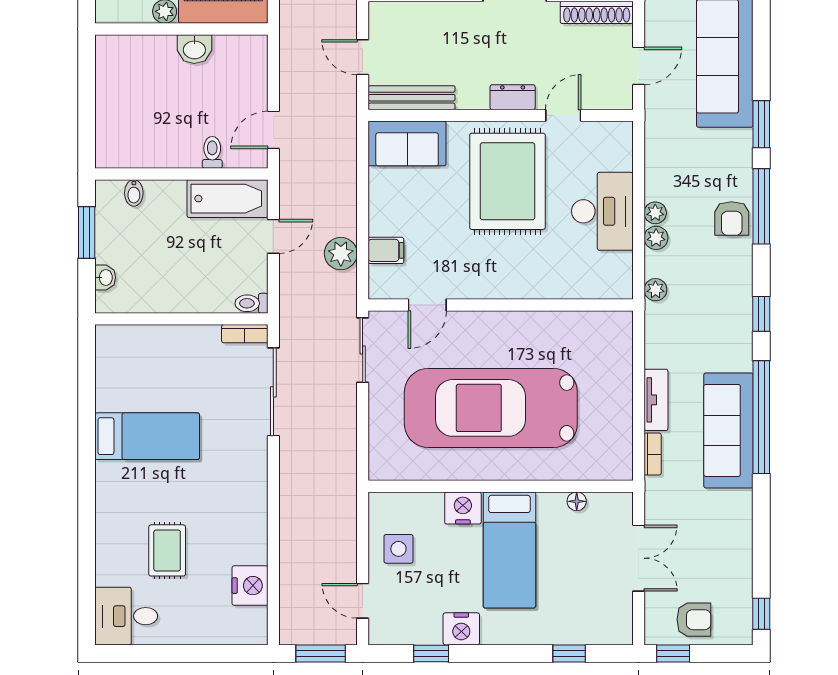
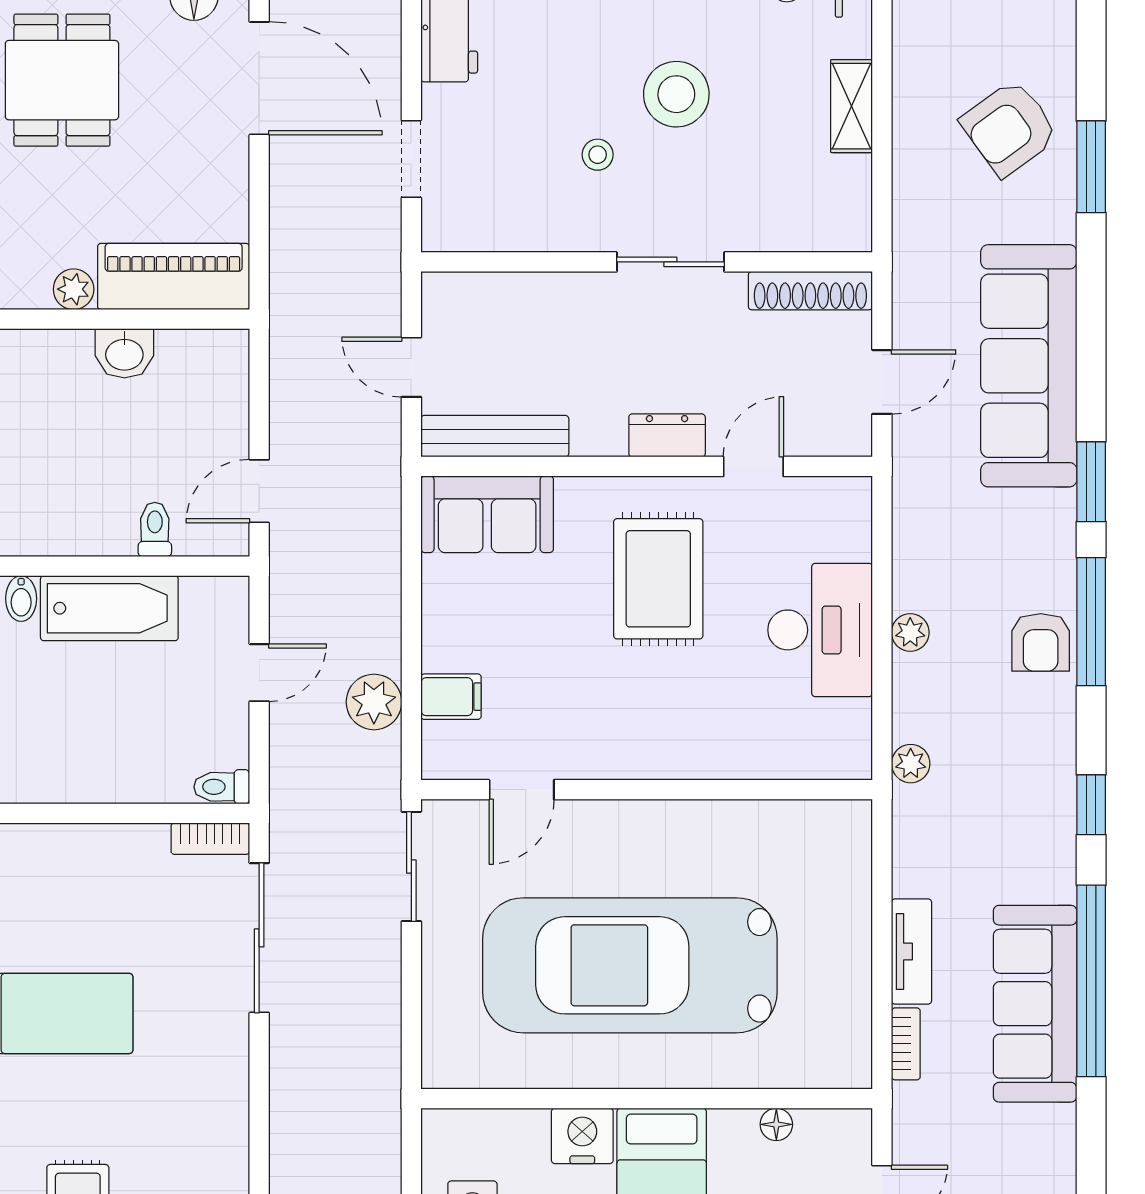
rug: (507, 181) -> (658, 579), width x0.73, depth x0.69
bathtub: (227, 199) -> (109, 608), moved
plant: (656, 238) -> (912, 675), removed

